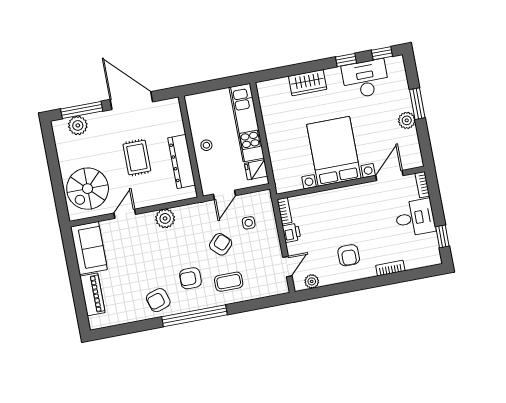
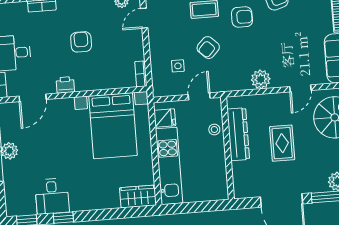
desk: (365, 79) -> (52, 196), width x0.73
wardrobe: (308, 83) -> (138, 196), moved
stool: (206, 145) -> (214, 129), moved
bed with nightstands: (334, 151) -> (113, 126), moved
printer: (291, 233) -> (65, 85), moved, turned 90
armchair: (349, 255) -> (81, 42), moved

